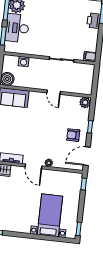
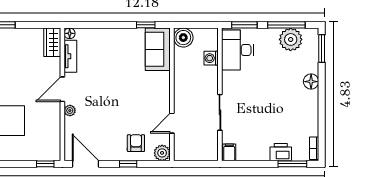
desk: (17, 28) -> (238, 50), moved, turned -90
door: (54, 92) -> (172, 123), moved
armchair: (73, 135) -> (136, 143), moved

